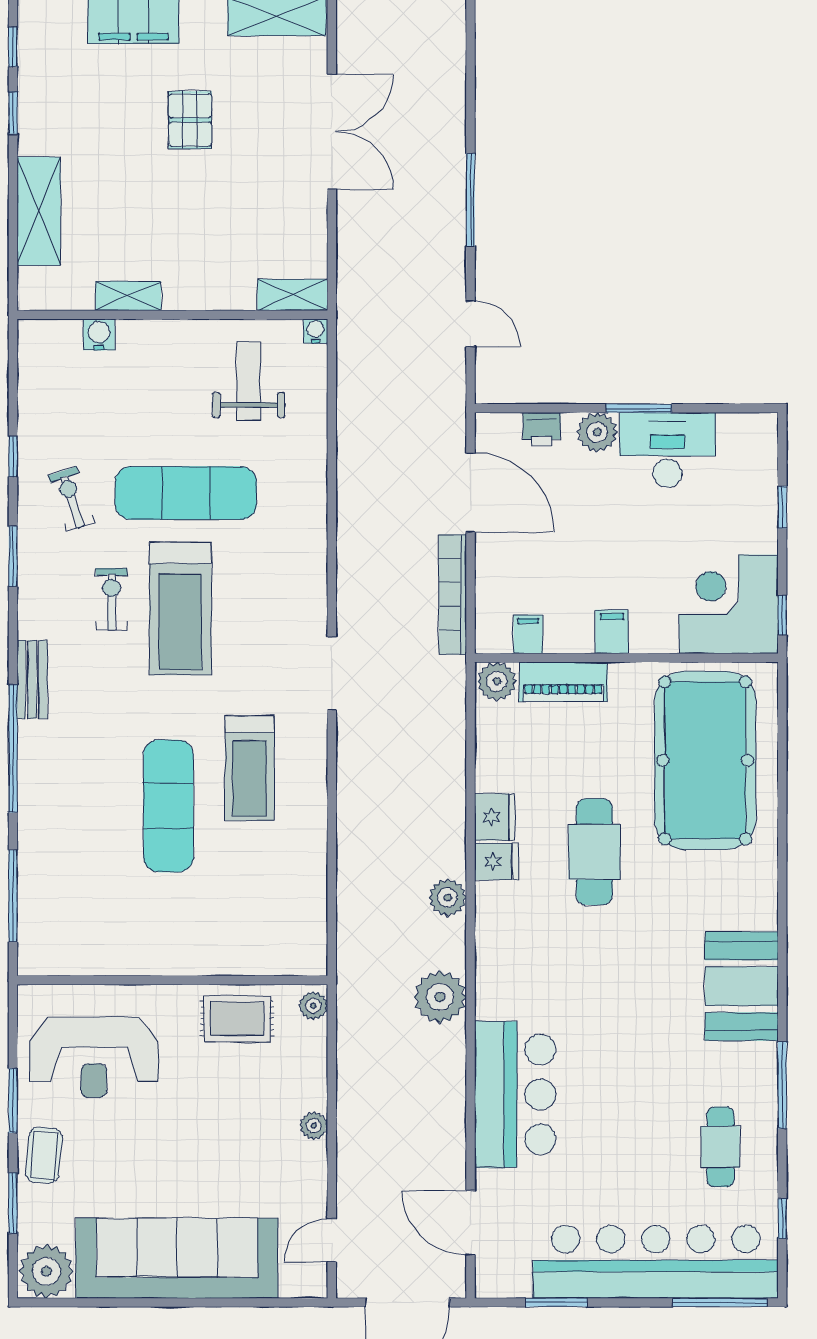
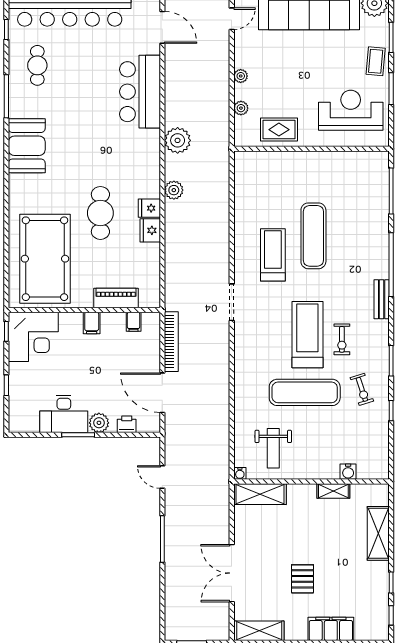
shelving: (293, 295) -> (260, 494), width x1.50, depth x1.33
plant: (497, 681) -> (149, 298), removed
plant: (313, 1006) -> (241, 108), moved

